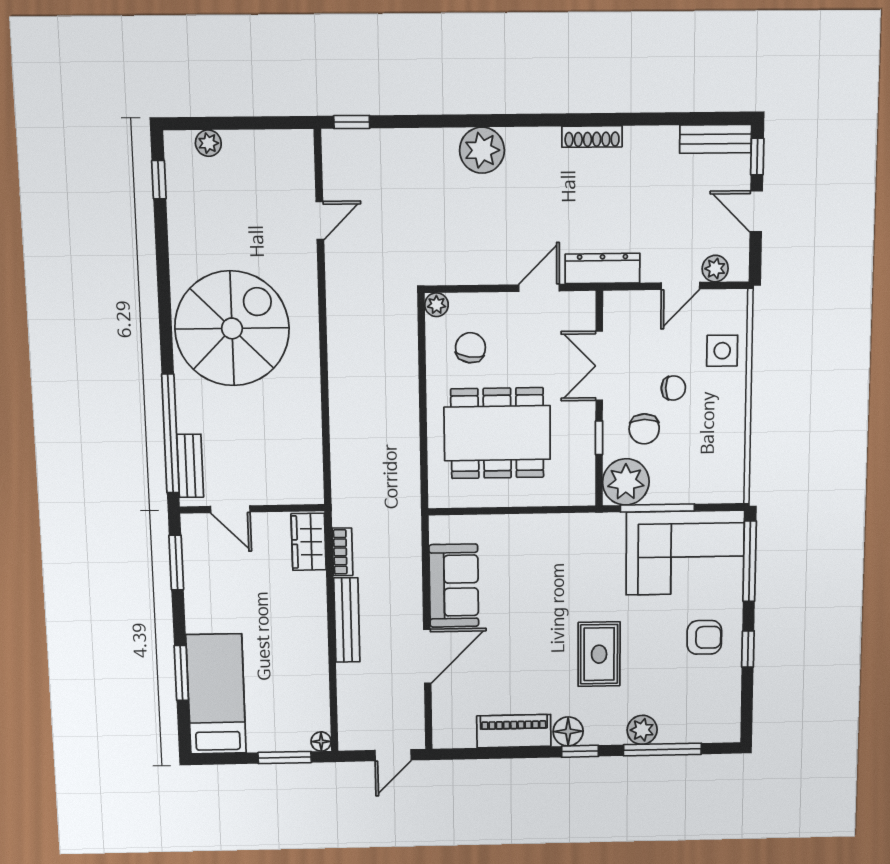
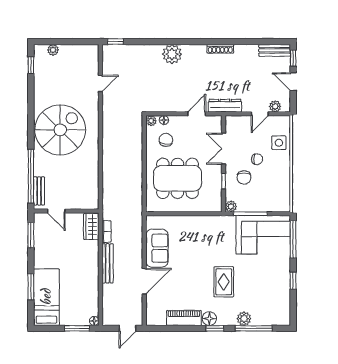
floor lamp: (466, 303) -> (164, 120), added
plant: (626, 482) -> (231, 206), width x0.53, depth x0.53
armchair: (704, 637) -> (273, 275), removed

